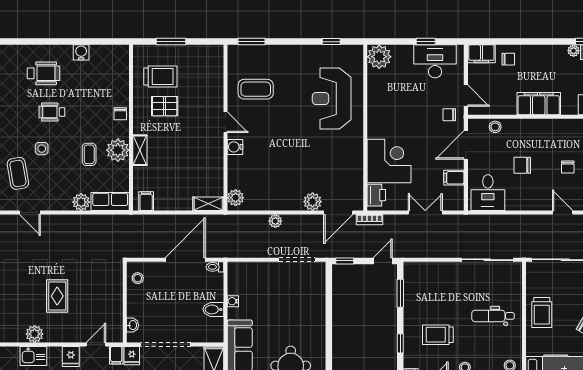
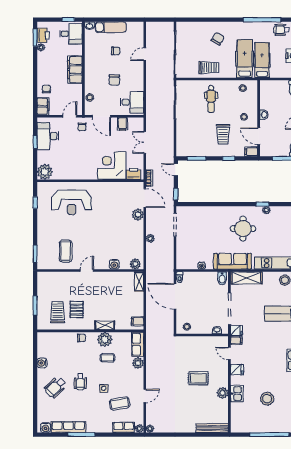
wheelchair: (44, 73) -> (55, 387), turned -133
water cooler: (235, 147) -> (114, 264), moved
bidet: (213, 309) -> (222, 278), moved

